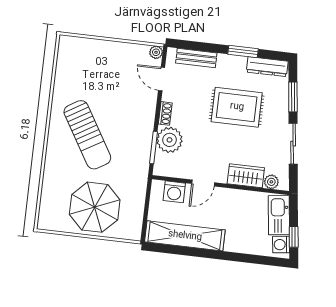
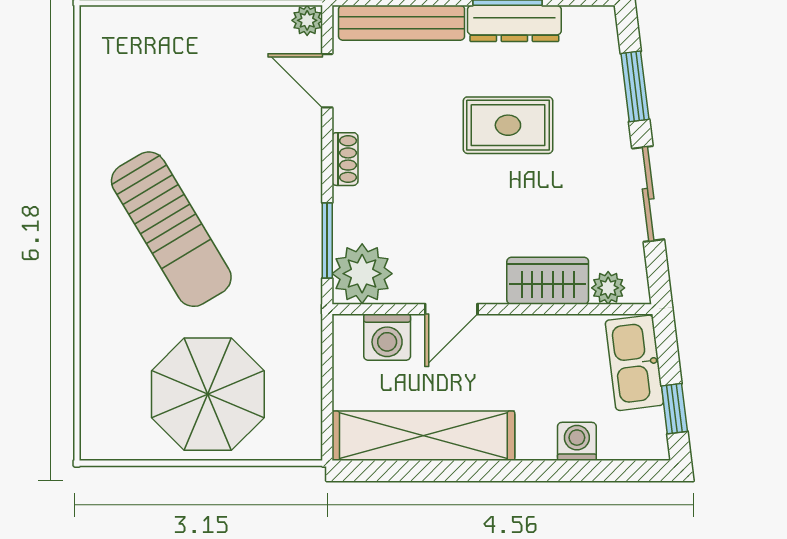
bench: (196, 58) -> (402, 23), width x1.36
dresser: (267, 67) -> (514, 23), moved
rug: (237, 107) -> (508, 125), width x0.73, depth x0.70
plant: (170, 140) -> (362, 274), moved
washing machine: (281, 245) -> (577, 441), moved, turned 97

